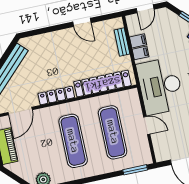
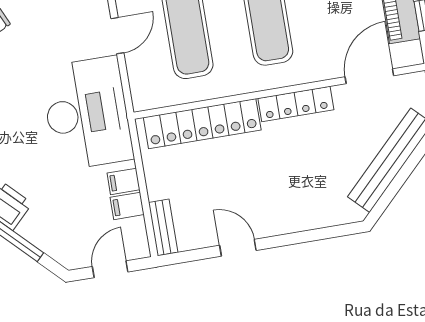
bench: (122, 42) -> (163, 227), moved
door: (147, 126) -> (117, 36), swing flipped

